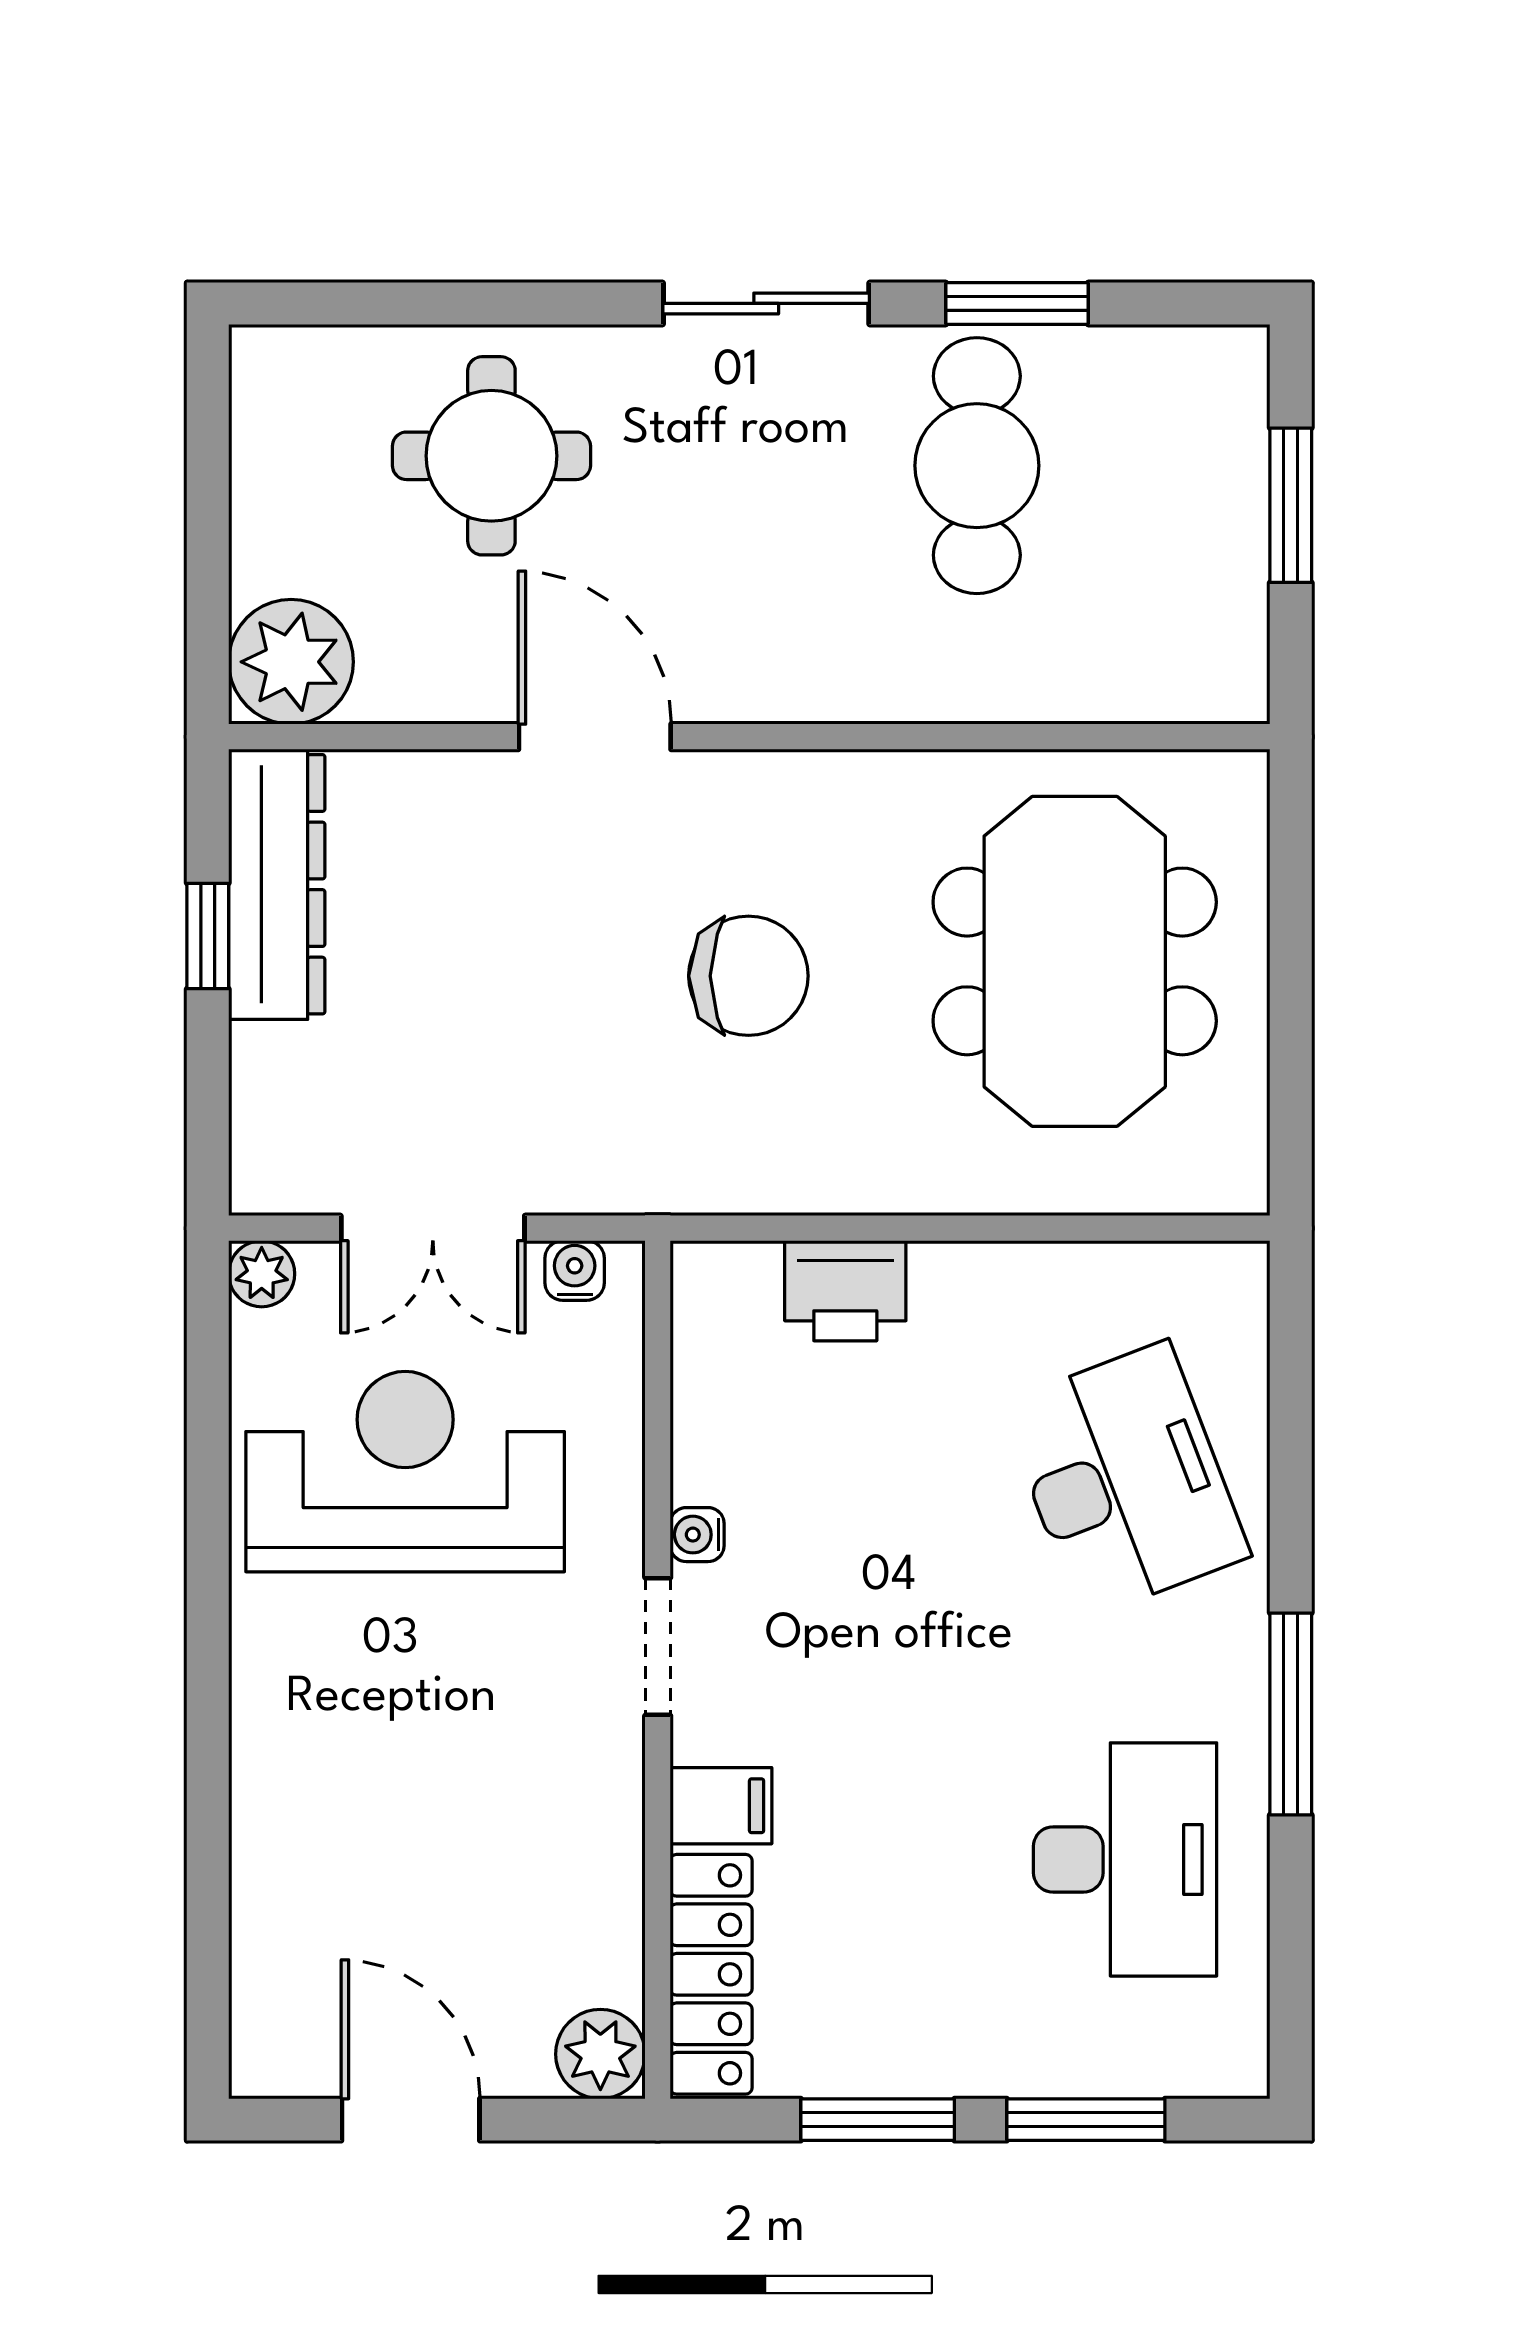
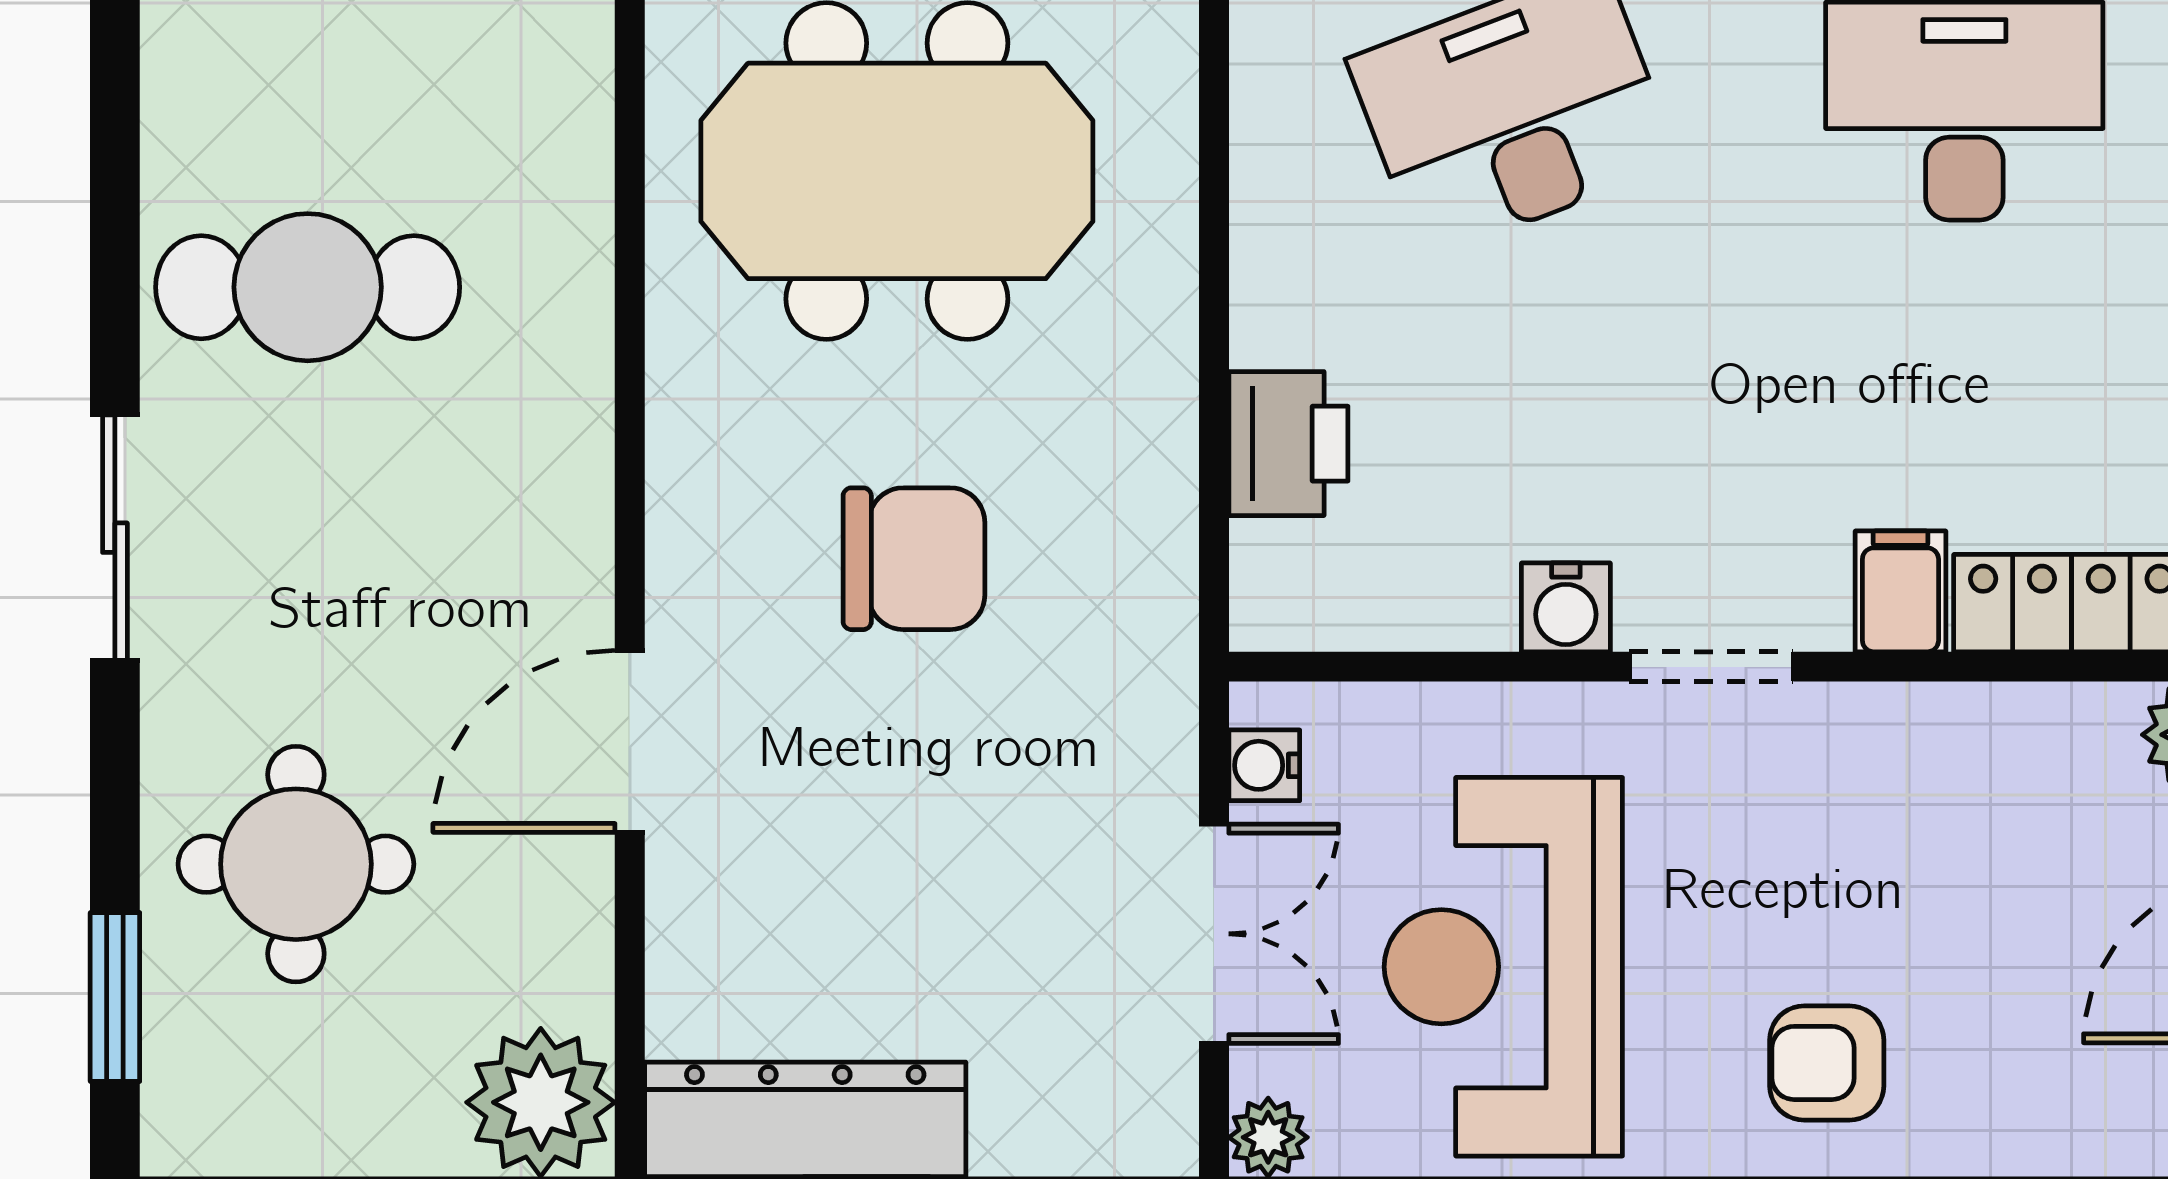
window: (1017, 303) -> (115, 997), moved
chair: (748, 976) -> (914, 559), turned 90
water cooler: (697, 1535) -> (1566, 607), width x1.38, depth x1.38
armchair: (324, 1744) -> (1827, 1063), added

